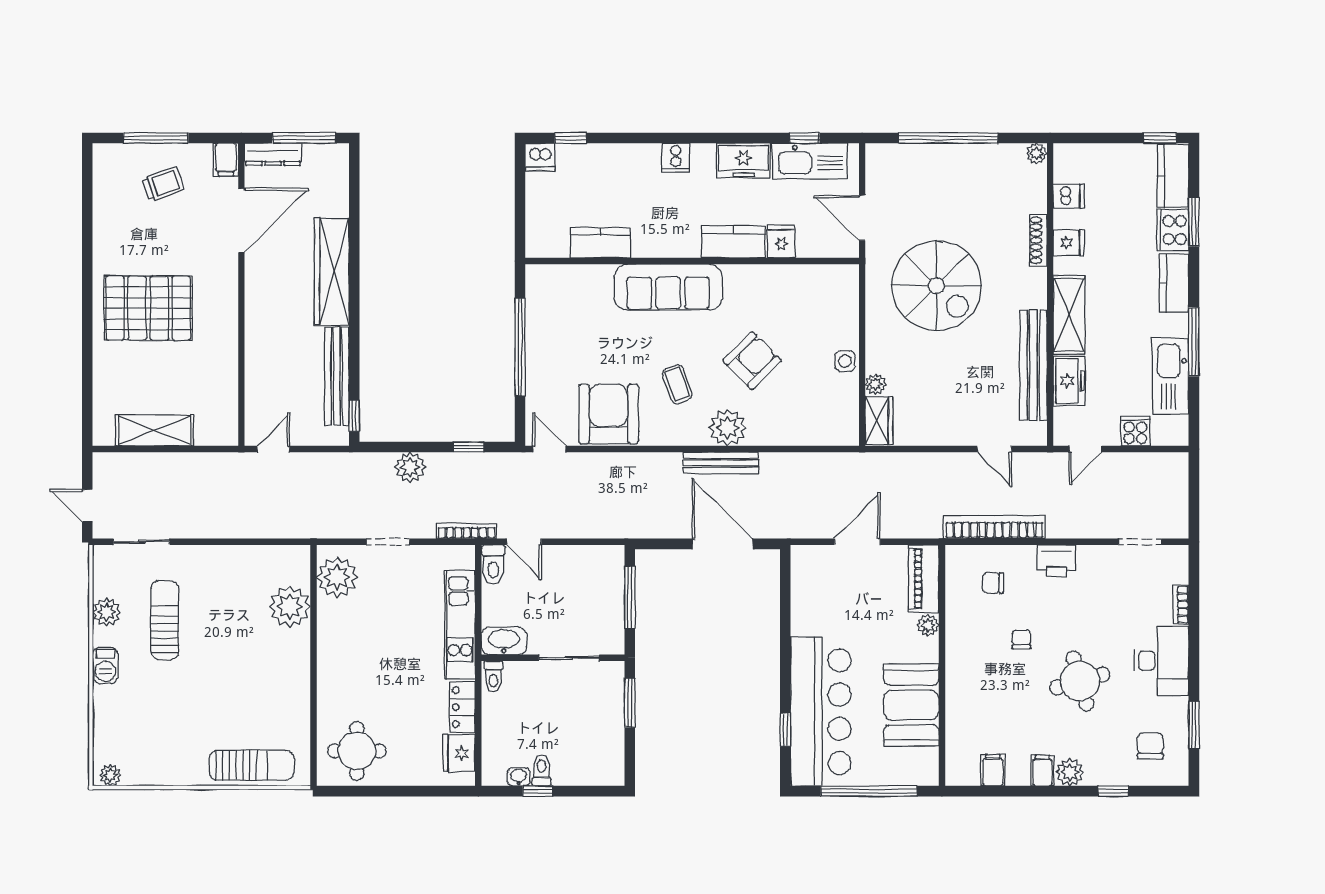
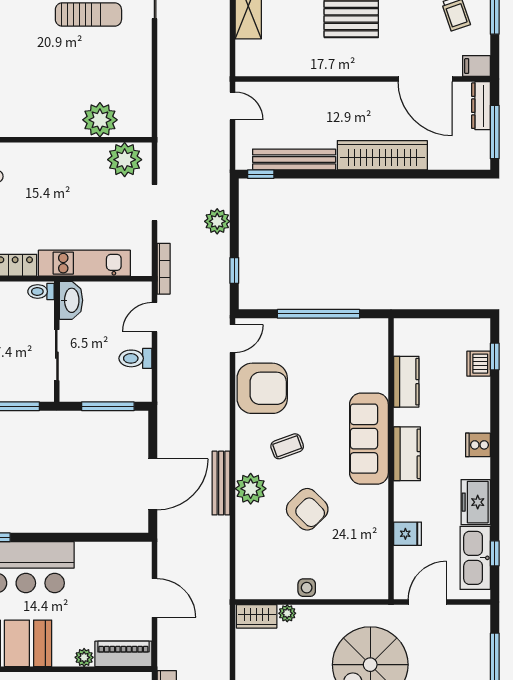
dishwasher: (540, 157) -> (479, 364), moved
kitchen counter: (733, 242) -> (407, 454), moved
toilet: (493, 564) -> (135, 358), moved

